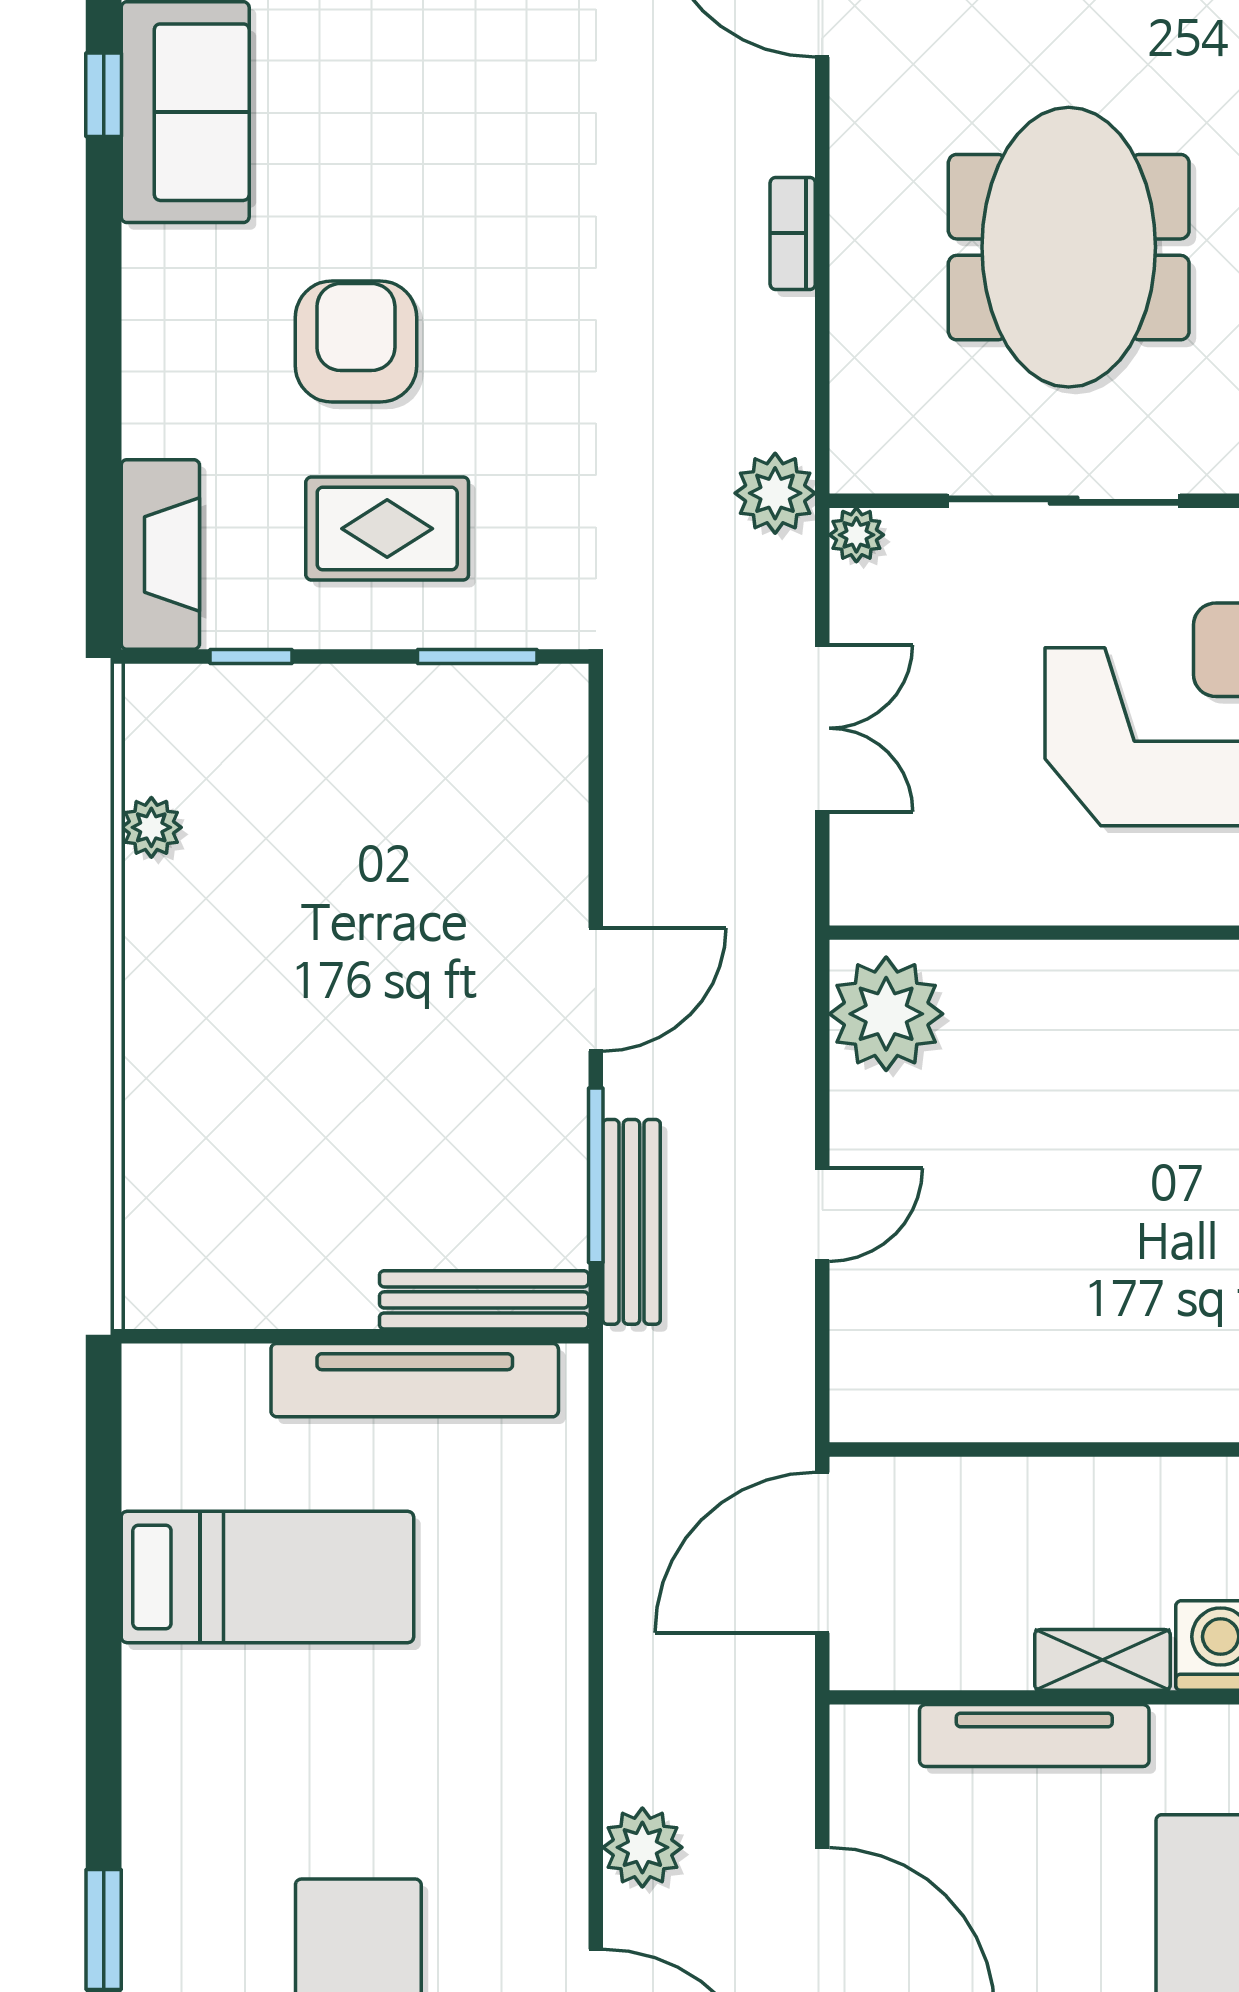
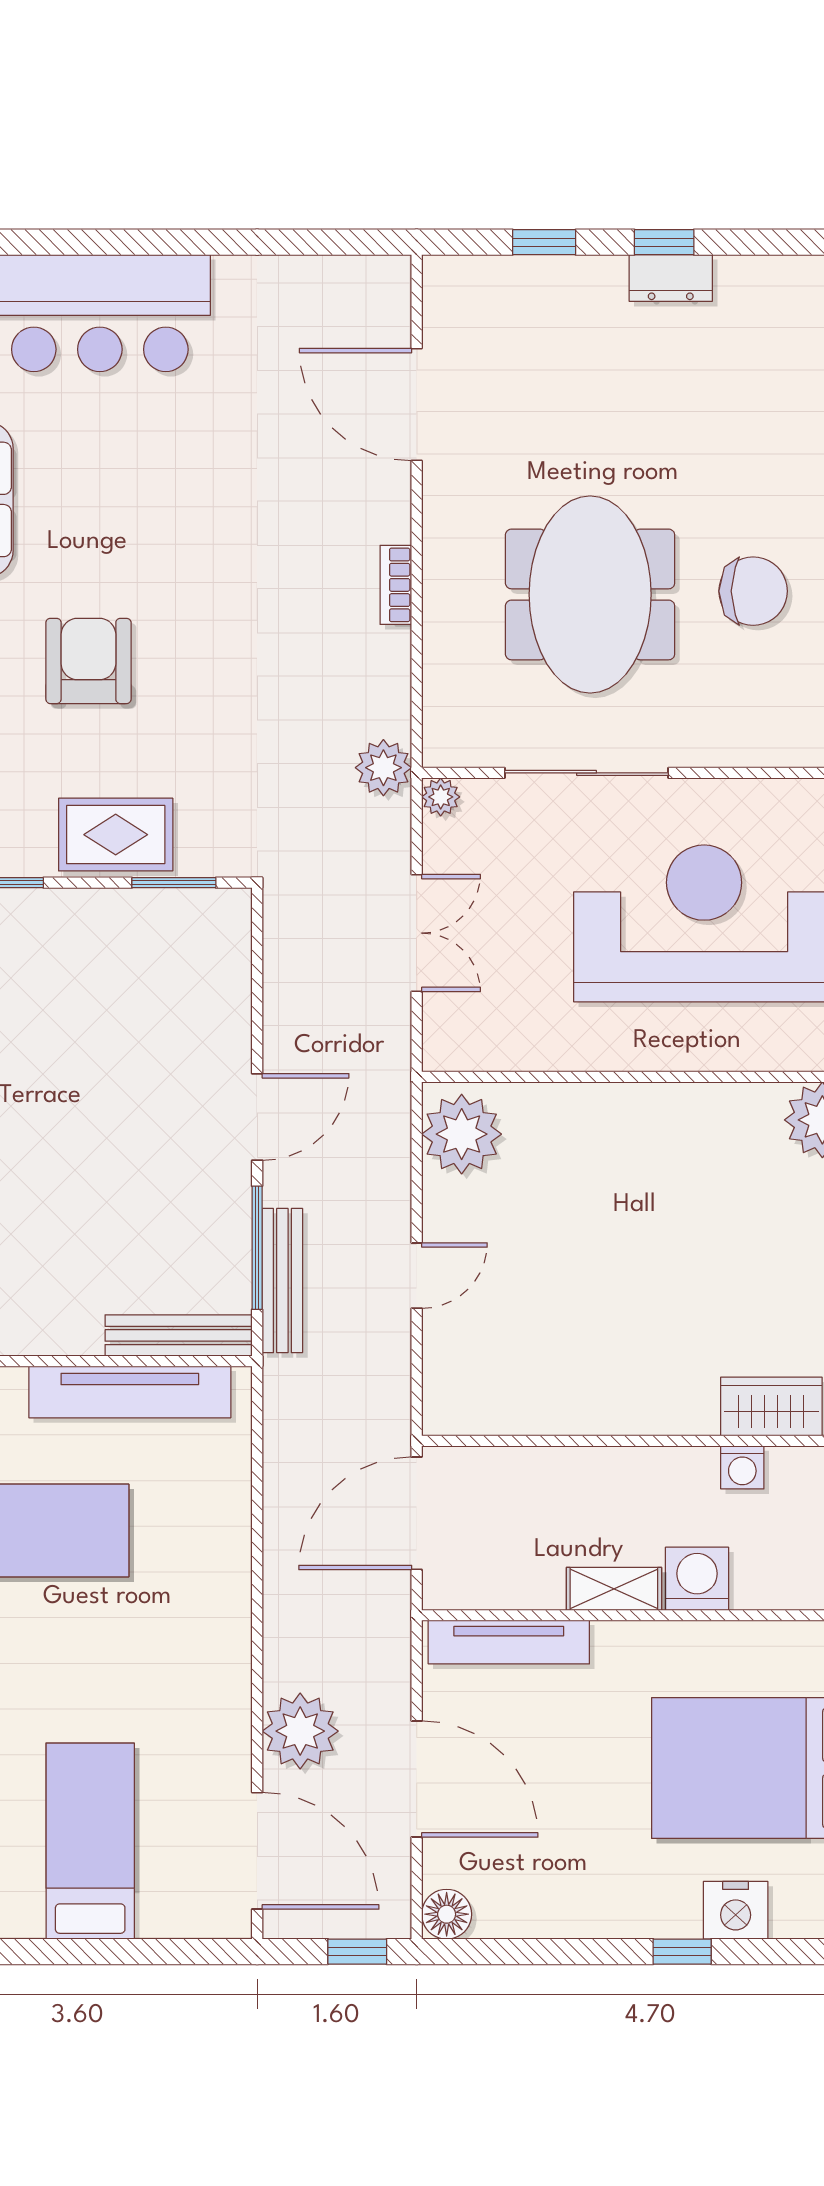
rug: (387, 529) -> (116, 835), moved
tv unit: (1034, 1736) -> (509, 1642), moved
plant: (642, 1847) -> (300, 1731), width x1.36, depth x1.36

